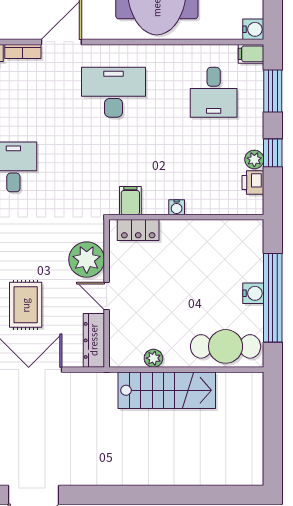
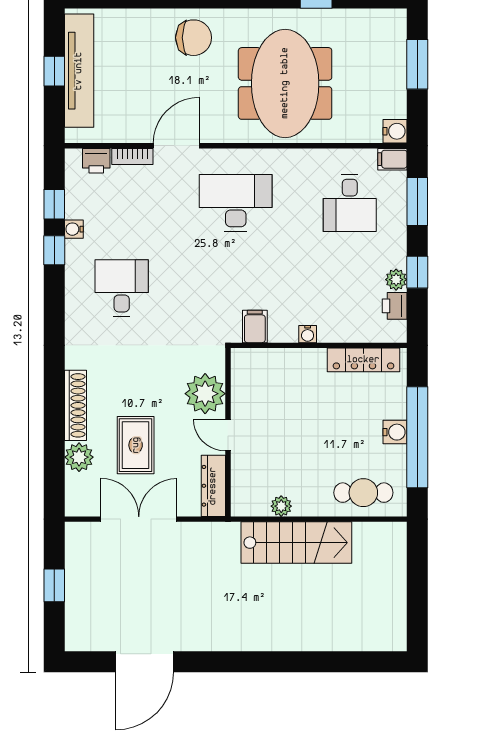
locker: (138, 230) -> (363, 360), moved, width x1.53
cafe table: (226, 346) -> (363, 493), width x0.73, depth x0.74

